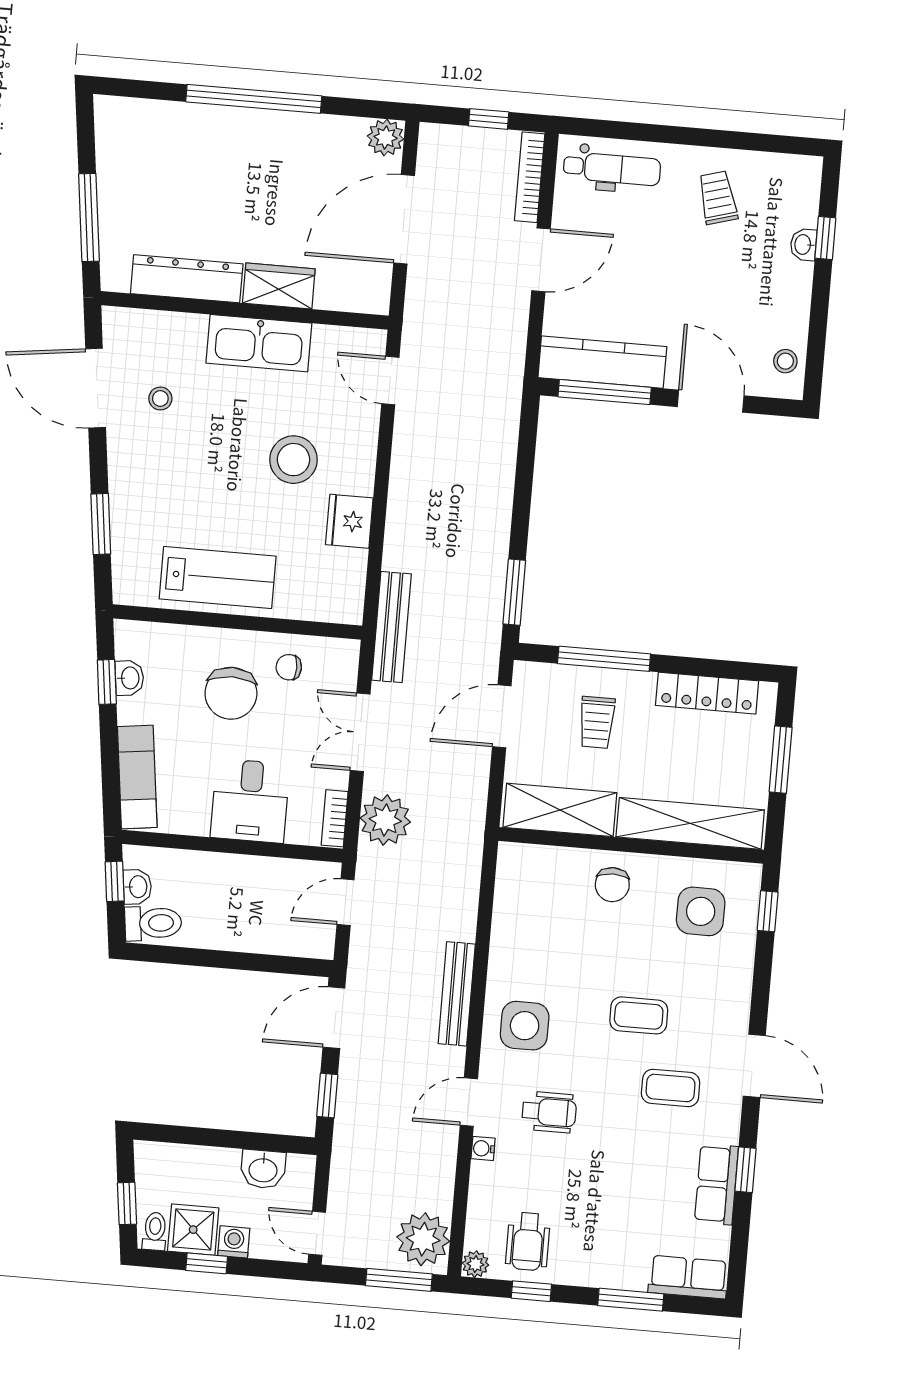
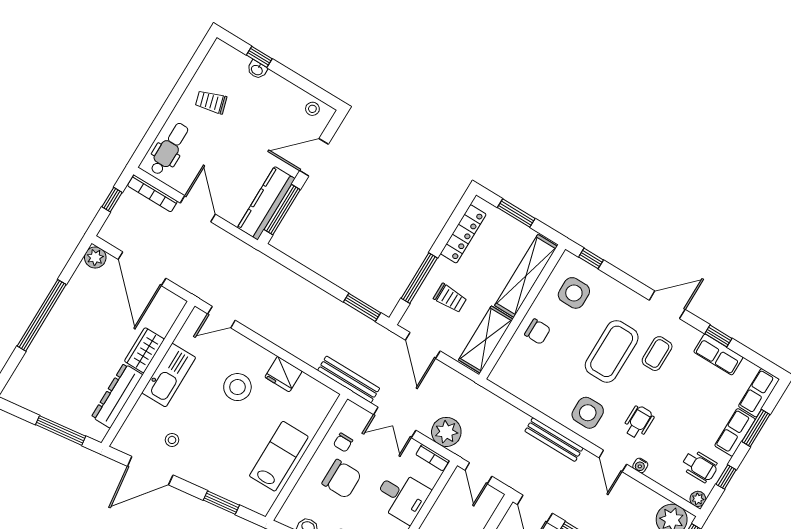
coffee table: (639, 1015) -> (612, 351), width x1.86, depth x1.72
row of seats: (608, 1270) -> (735, 432), added

